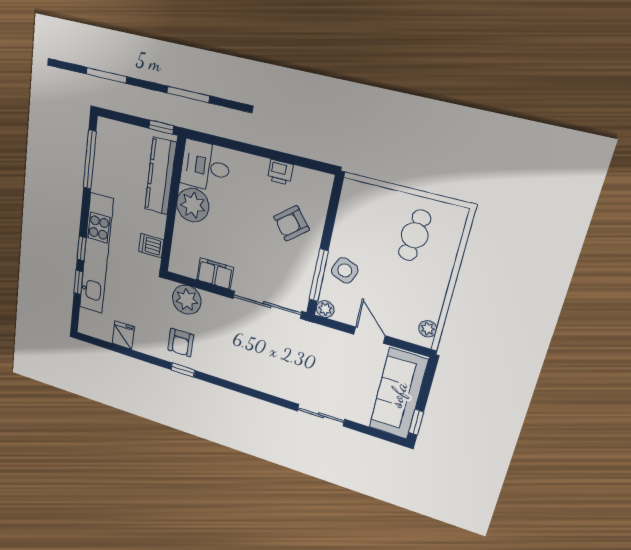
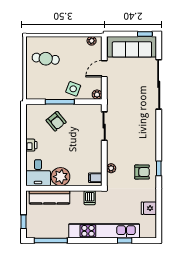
window: (161, 127) -> (23, 222), moved
printer: (280, 172) -> (31, 145), moved
window: (82, 248) -> (103, 241), removed
filing cabinet: (215, 274) -> (95, 178), moved, width x0.50
window: (319, 275) -> (60, 102), moved
plant: (187, 300) -> (111, 168), width x0.53, depth x0.53
sliding door: (267, 305) -> (104, 126), width x0.73
sliding door: (321, 415) -> (159, 84), width x1.86

